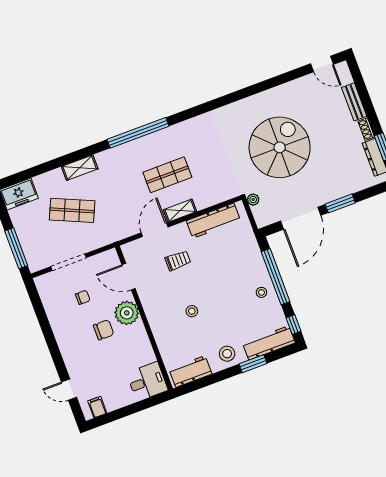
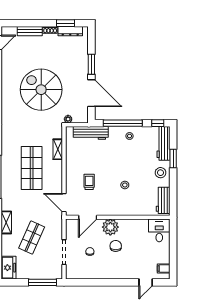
shop shelf: (167, 175) -> (32, 168), width x1.43, depth x1.36
shelving: (180, 211) -> (58, 149), moved
workbench: (213, 221) -> (91, 133), moved, turned 90
door: (155, 230) -> (64, 203), moved

